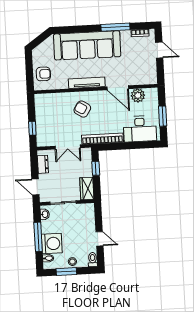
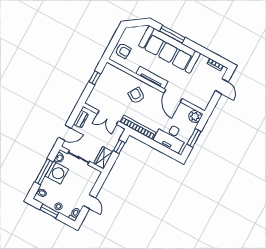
window: (115, 27) -> (172, 34), moved
plant: (138, 95) -> (195, 116), moved
window: (32, 128) -> (95, 78), moved
door: (35, 187) -> (65, 133), swing flipped
washing machine: (52, 244) -> (57, 173), moved

